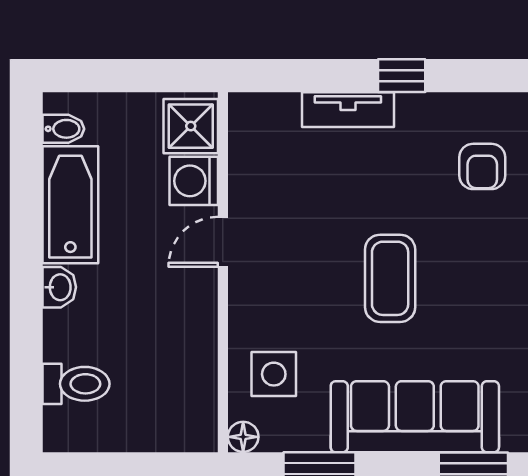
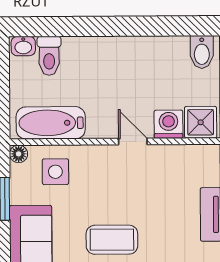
bidet: (63, 129) -> (202, 52), width x1.38, depth x1.36
bathtub: (70, 205) -> (51, 123), moved, turned 180
washbasin: (59, 287) -> (23, 46), moved

